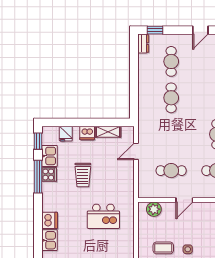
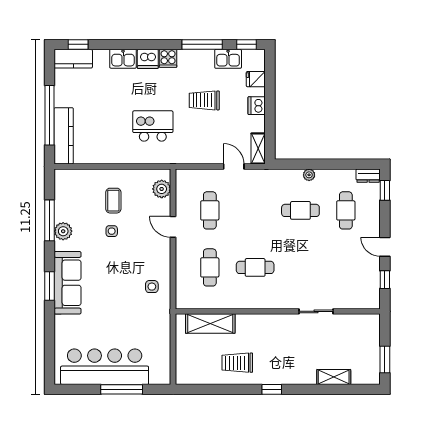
cafe table: (171, 61) -> (346, 210), turned 90
plant: (143, 91) -> (309, 175), added
shelving: (108, 132) -> (258, 148), moved
cooker: (49, 175) -> (168, 58), moved
kitchen island: (103, 216) -> (153, 126), turned 90

